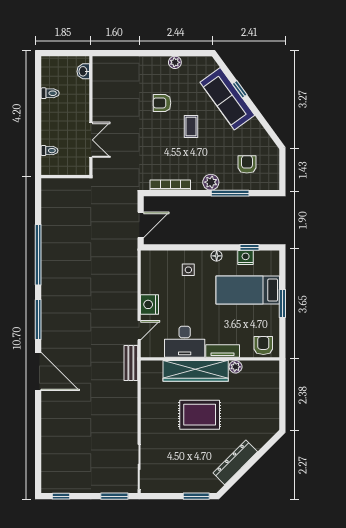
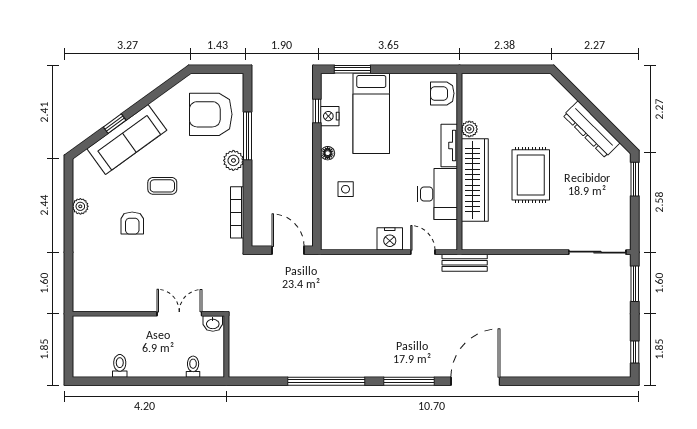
washbasin: (83, 71) -> (213, 324), moved
armchair: (247, 164) -> (211, 114), width x1.88, depth x1.88
window: (282, 303) -> (352, 69), moved

